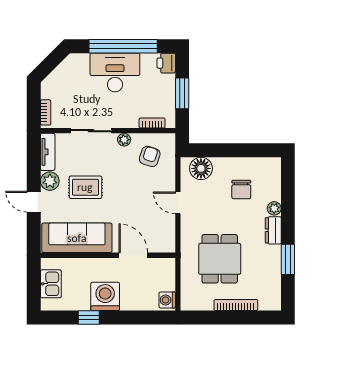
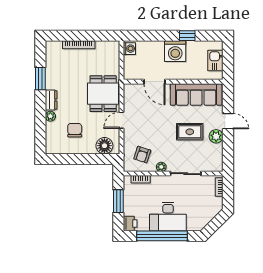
tv unit: (48, 152) -> (218, 158), removed
door: (178, 203) -> (122, 120), swing flipped
dining table: (220, 259) -> (103, 94), moved

